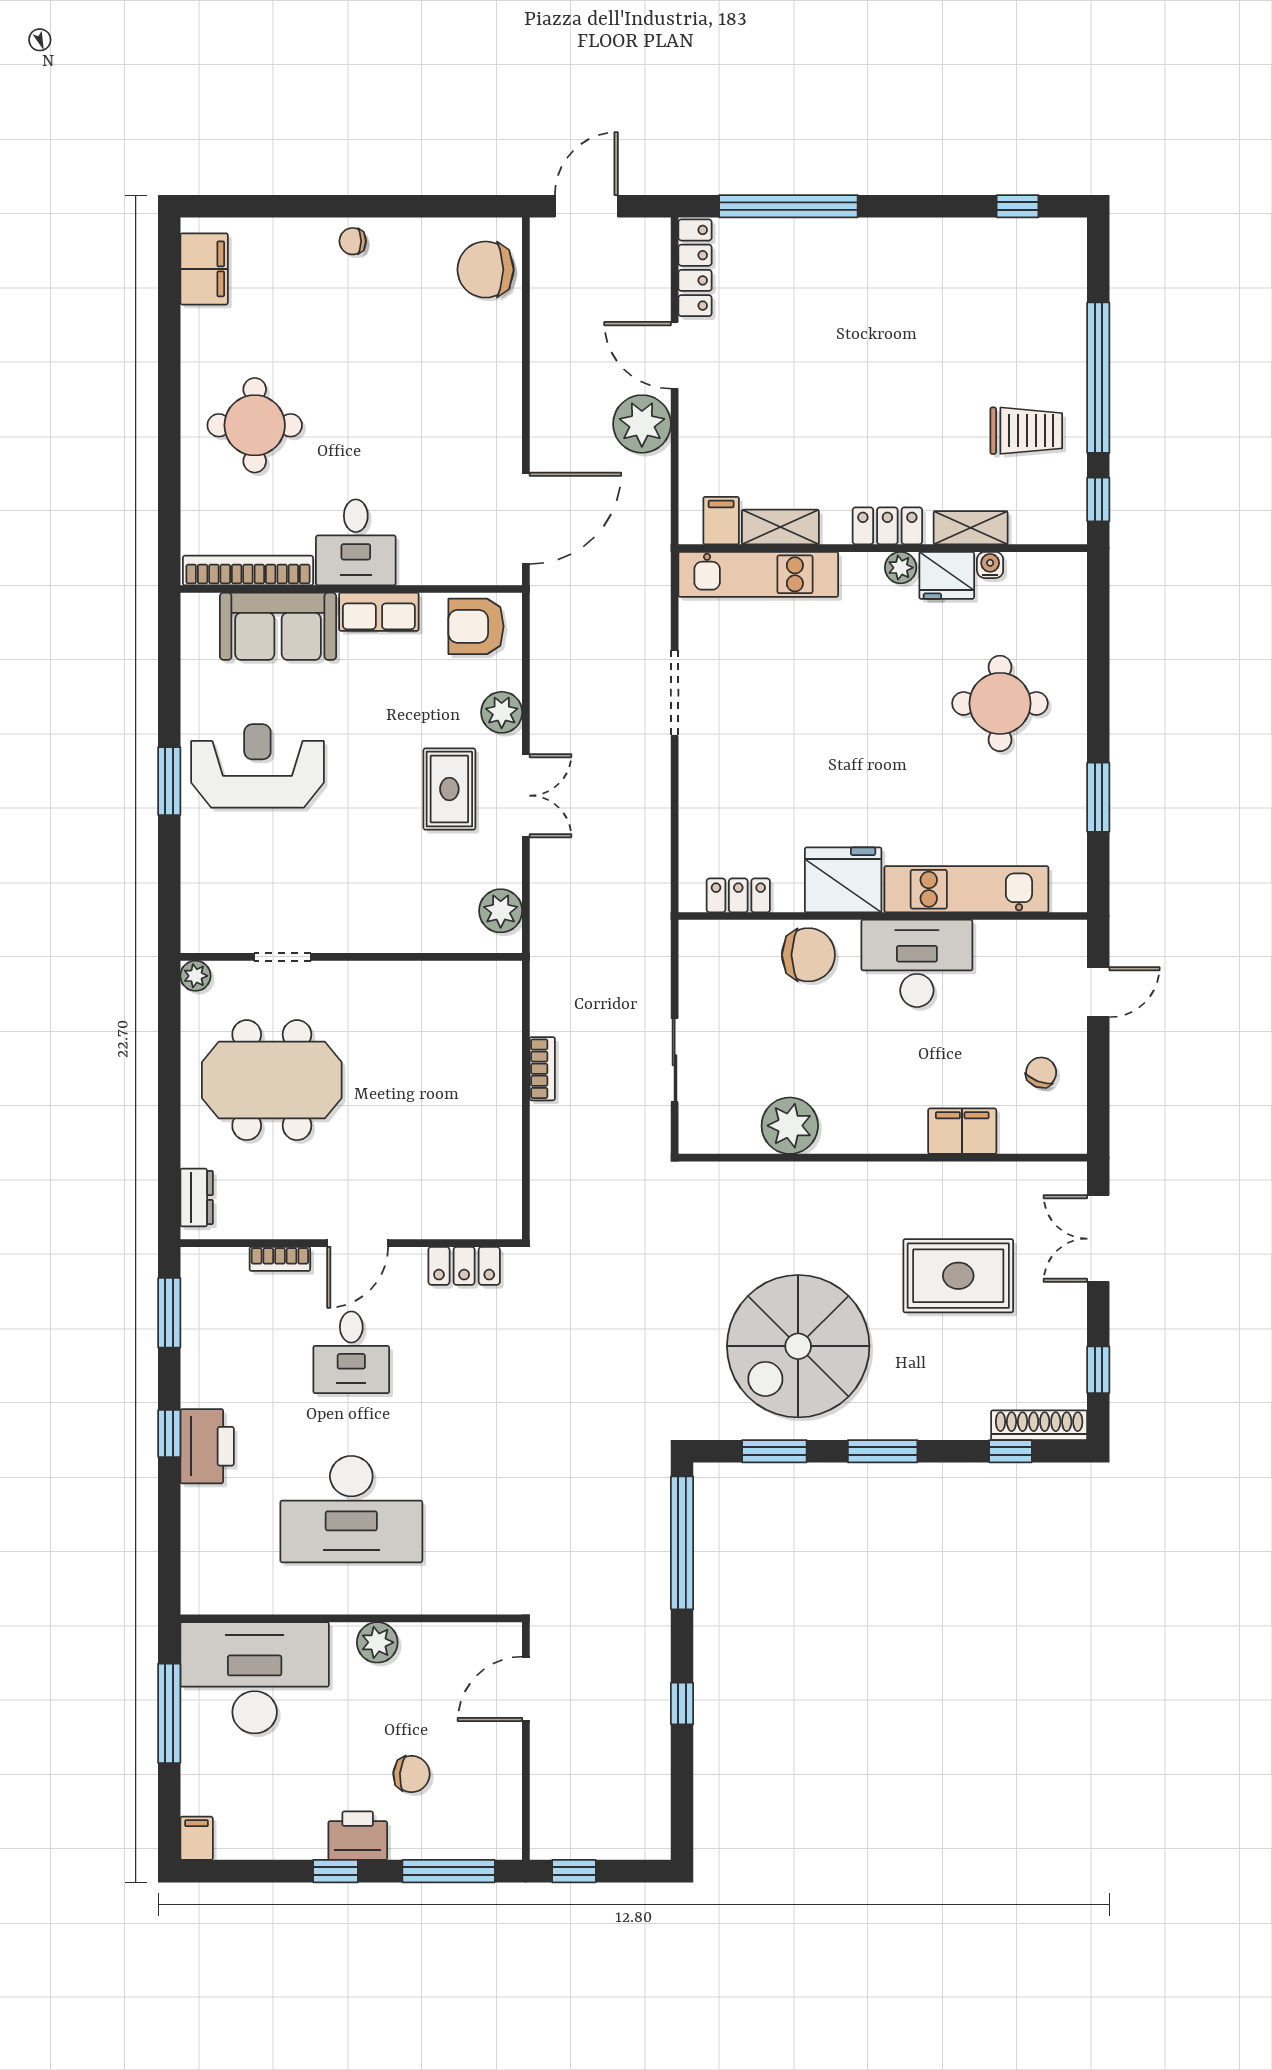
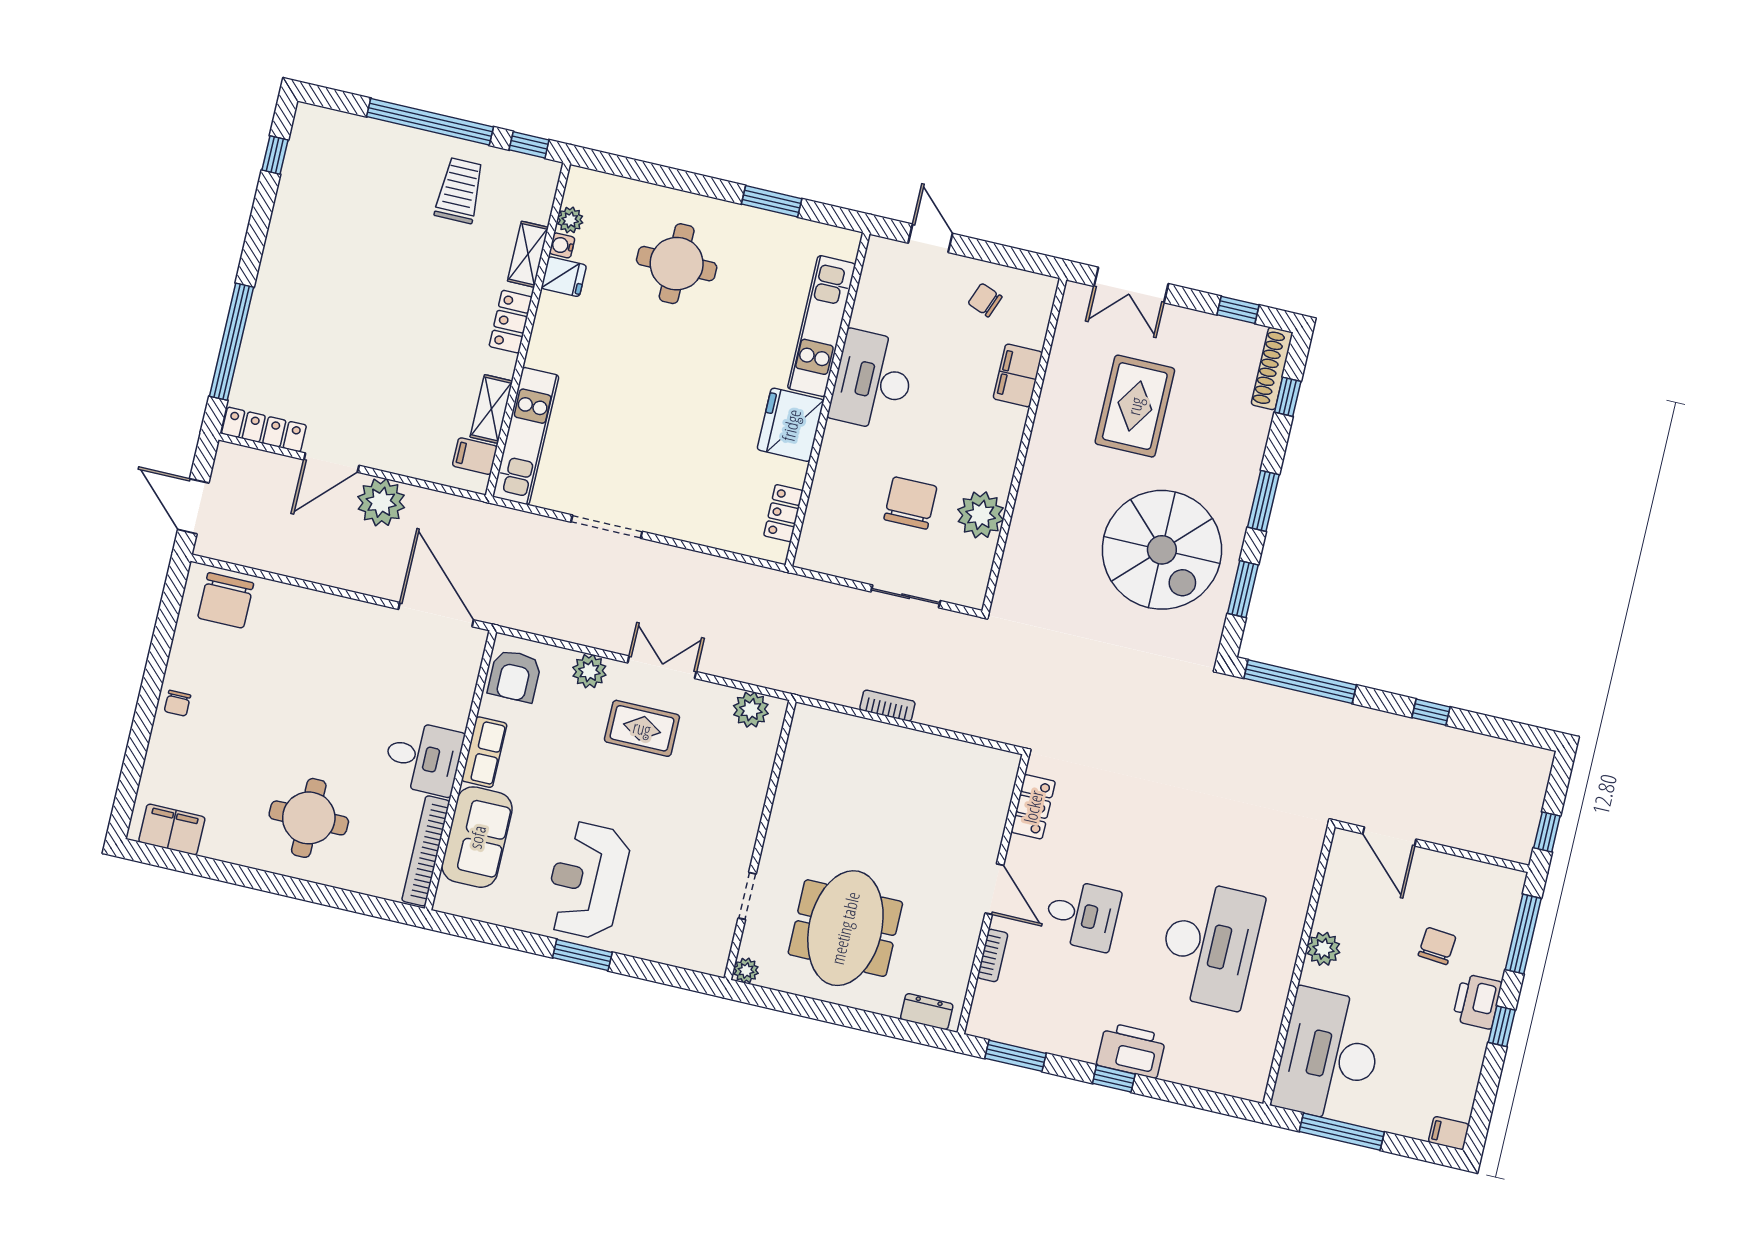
plant: (901, 568) -> (570, 220), moved
fridge: (947, 575) -> (564, 277), width x0.72
chair: (808, 955) -> (910, 503), moved

